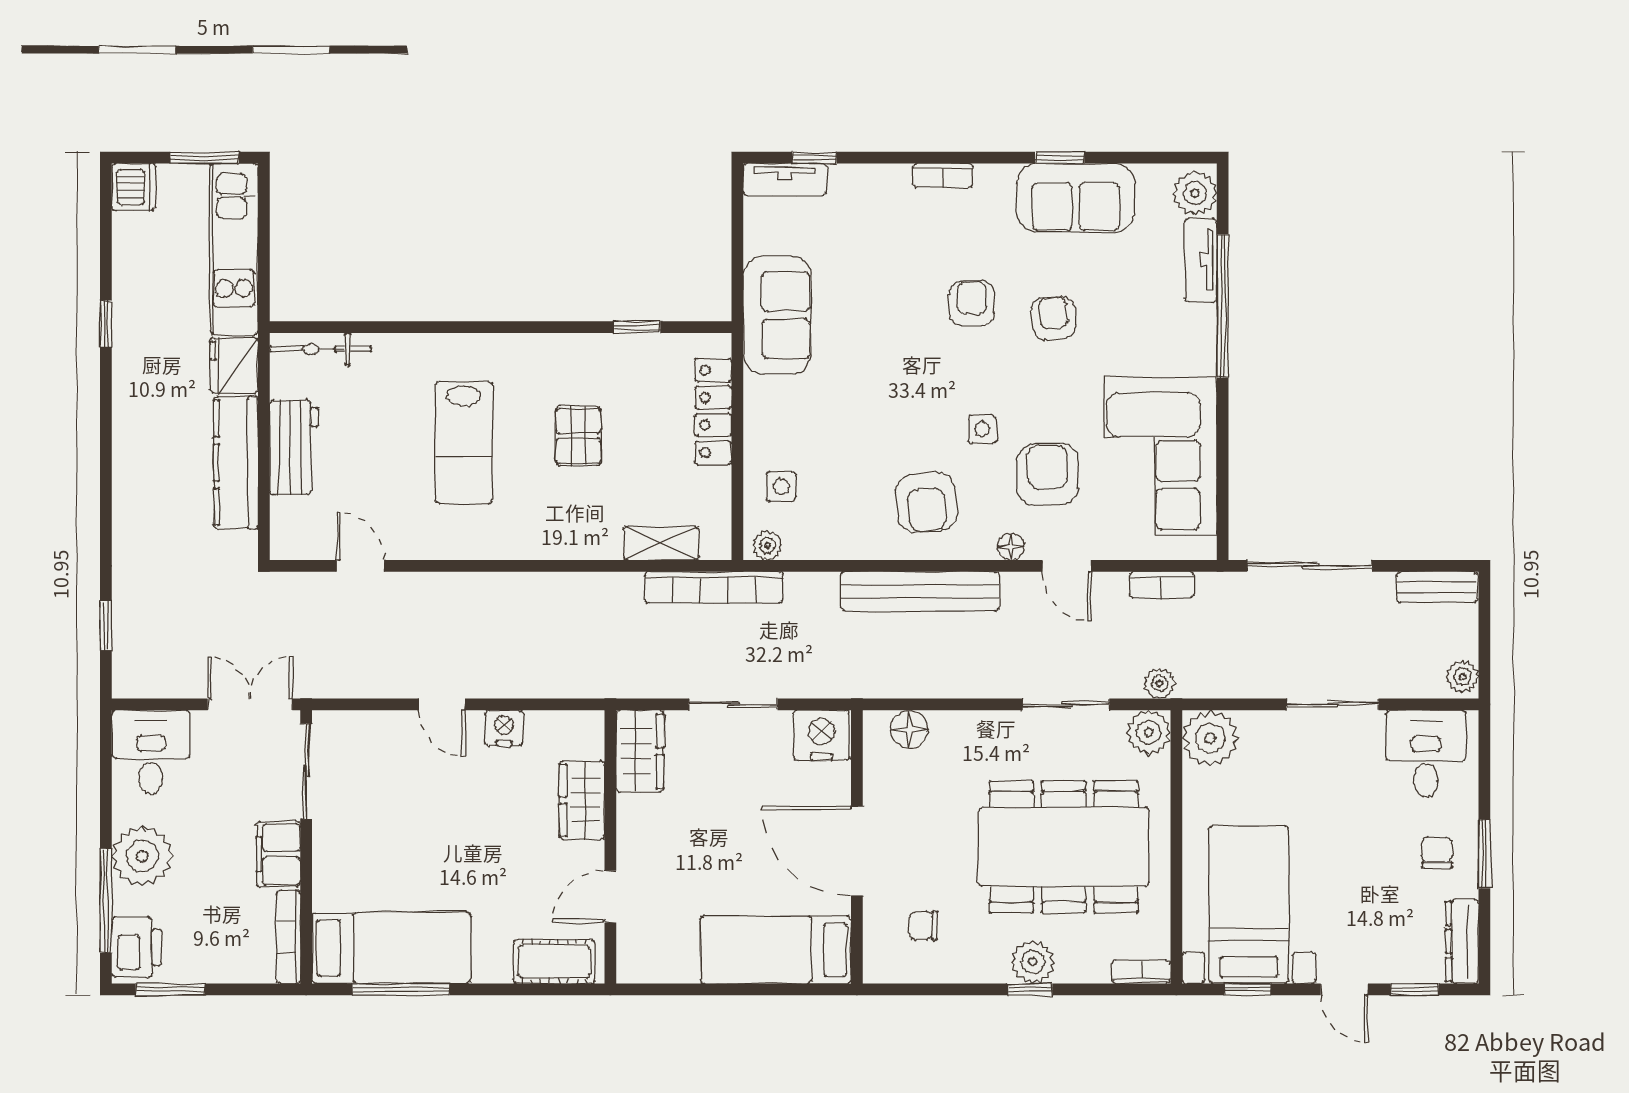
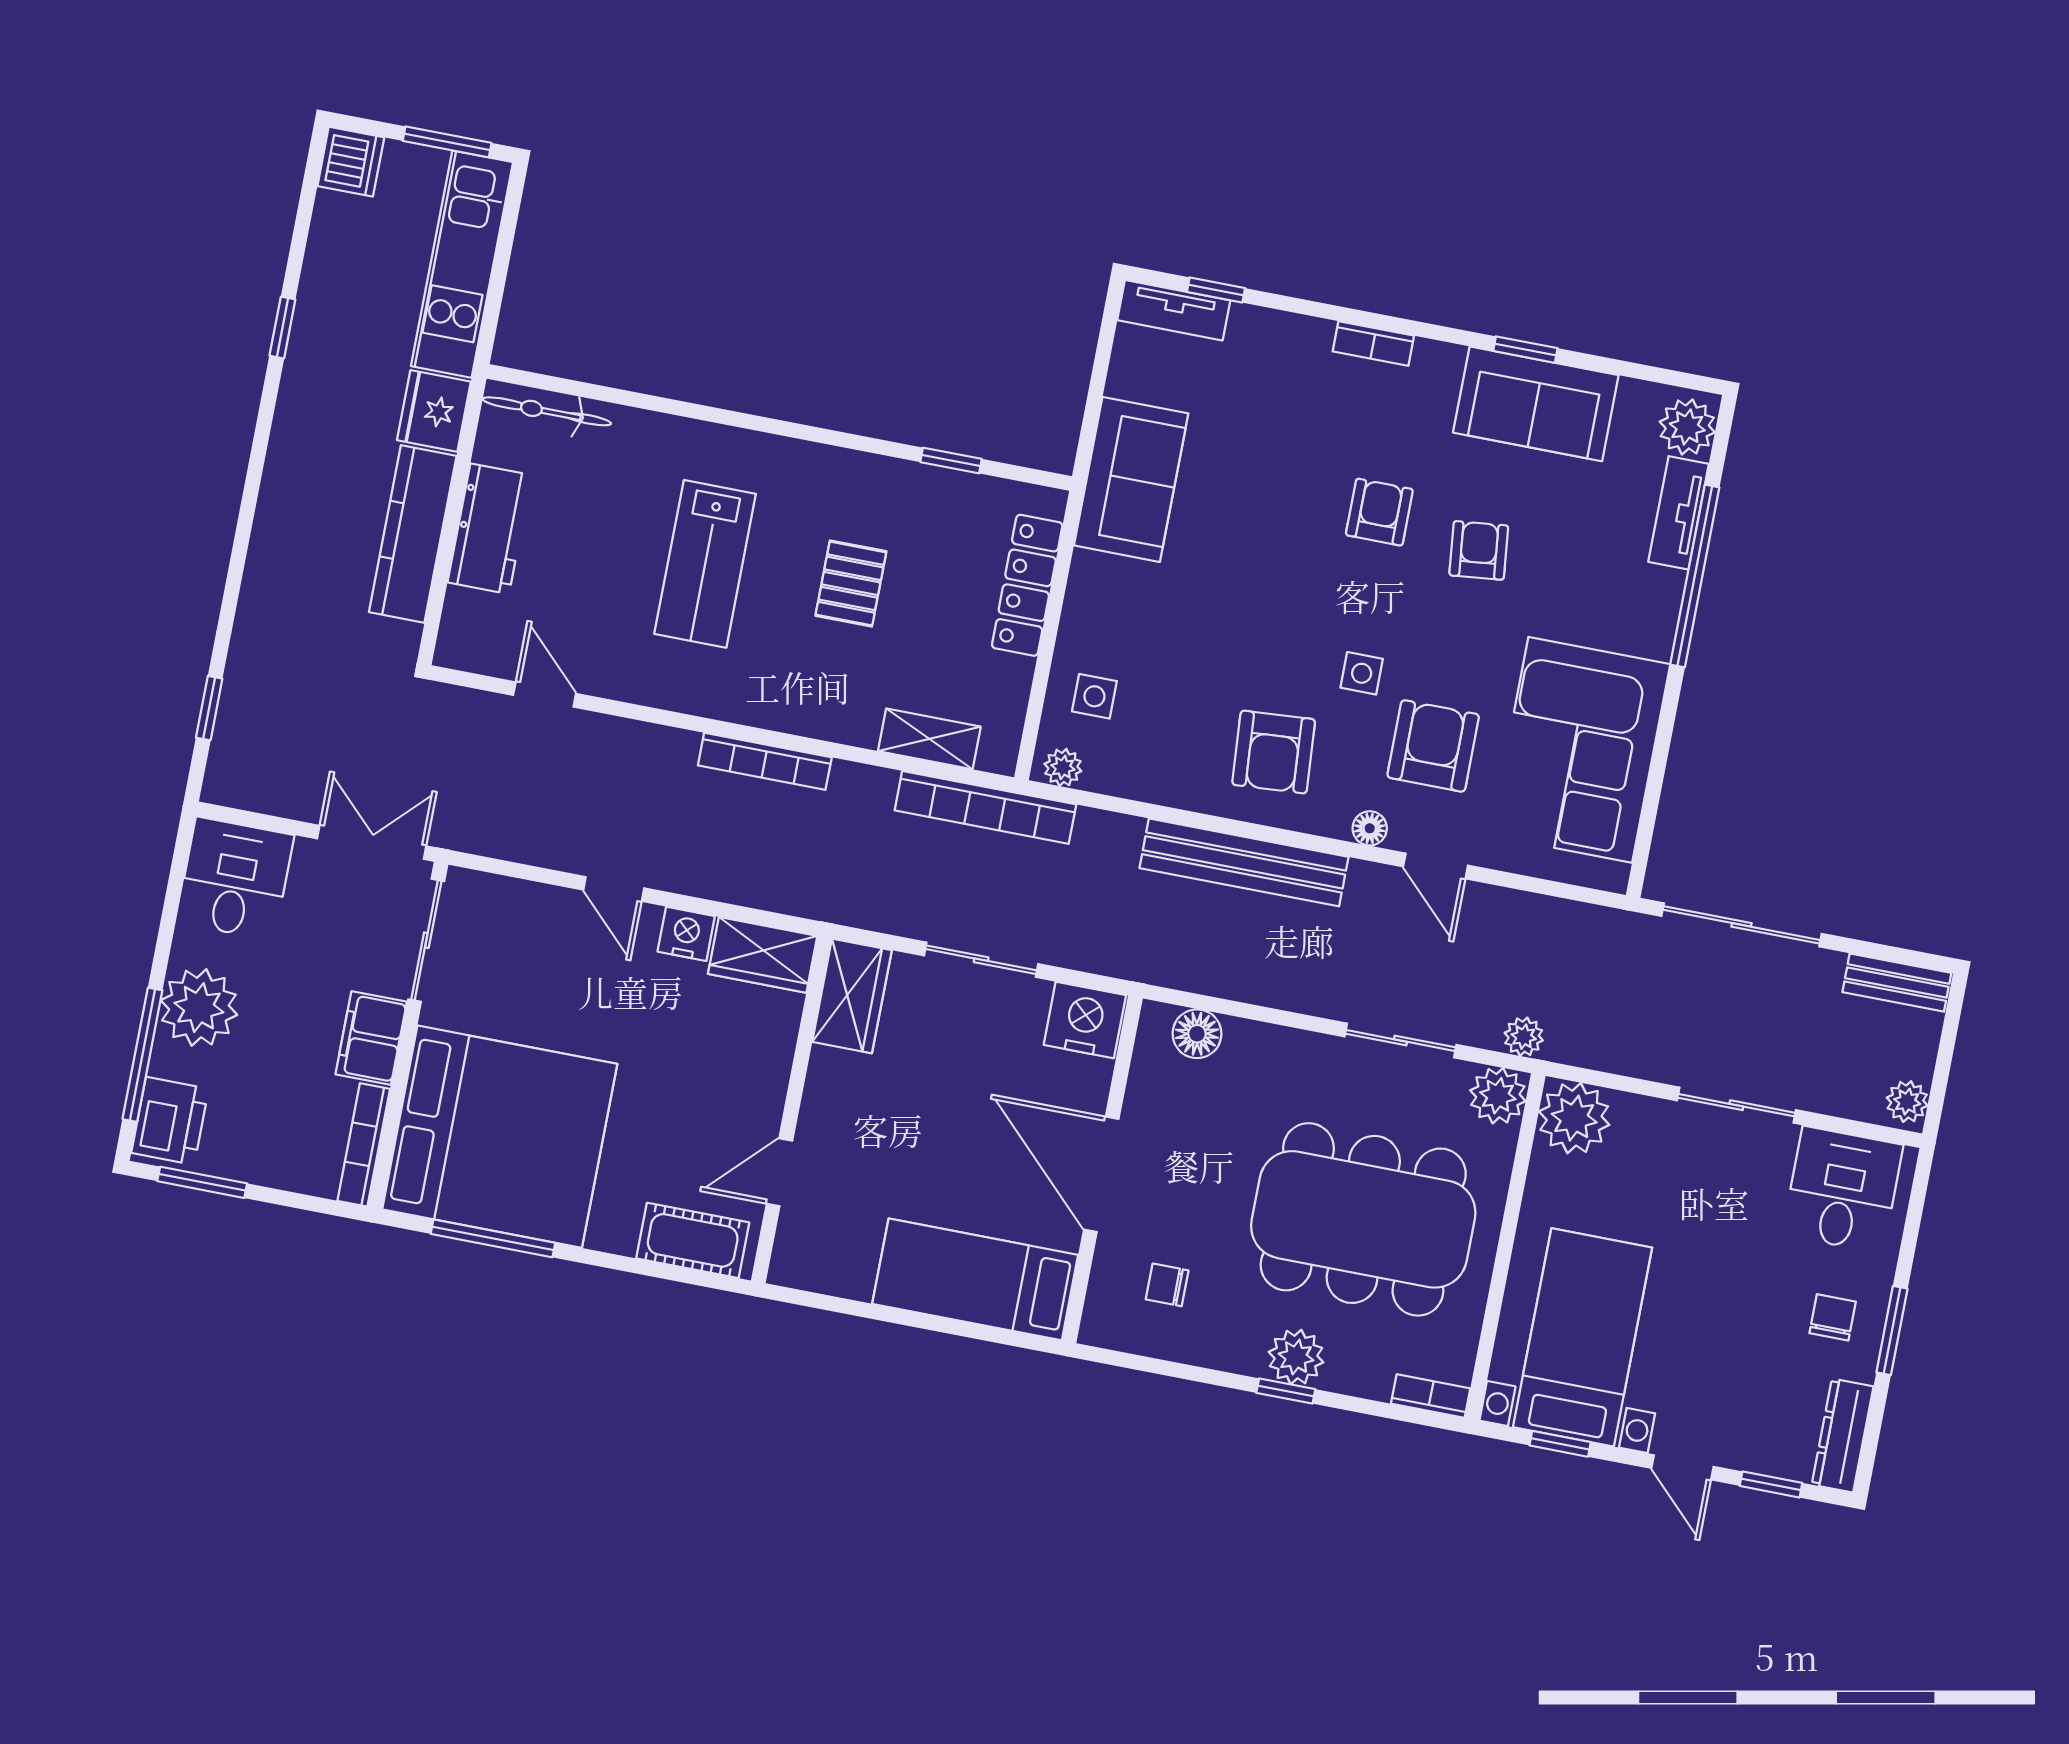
bookcase: (1162, 585) -> (765, 761), moved, width x1.56
wardrobe: (582, 800) -> (763, 955), moved, turned -90
bed: (391, 948) -> (500, 1137), width x2.04

